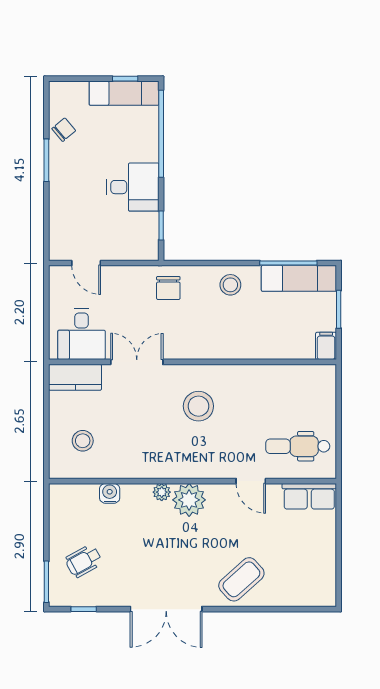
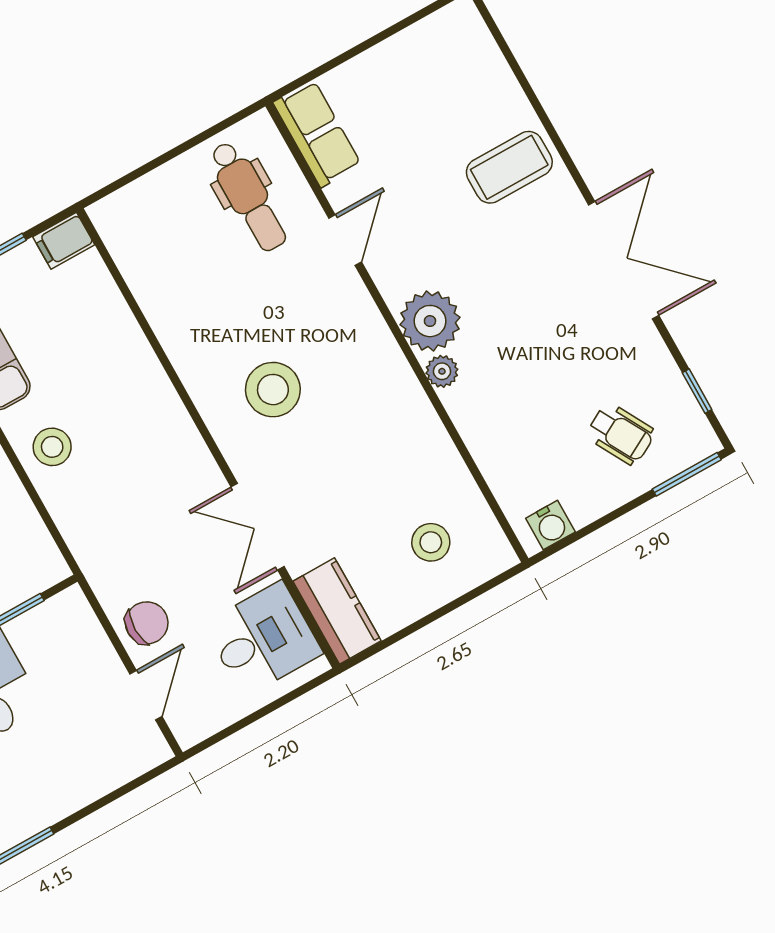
chair: (168, 288) -> (147, 623), moved
water cooler: (110, 493) -> (550, 525), moved, turned -90
coffee table: (241, 579) -> (509, 167), turned -48

